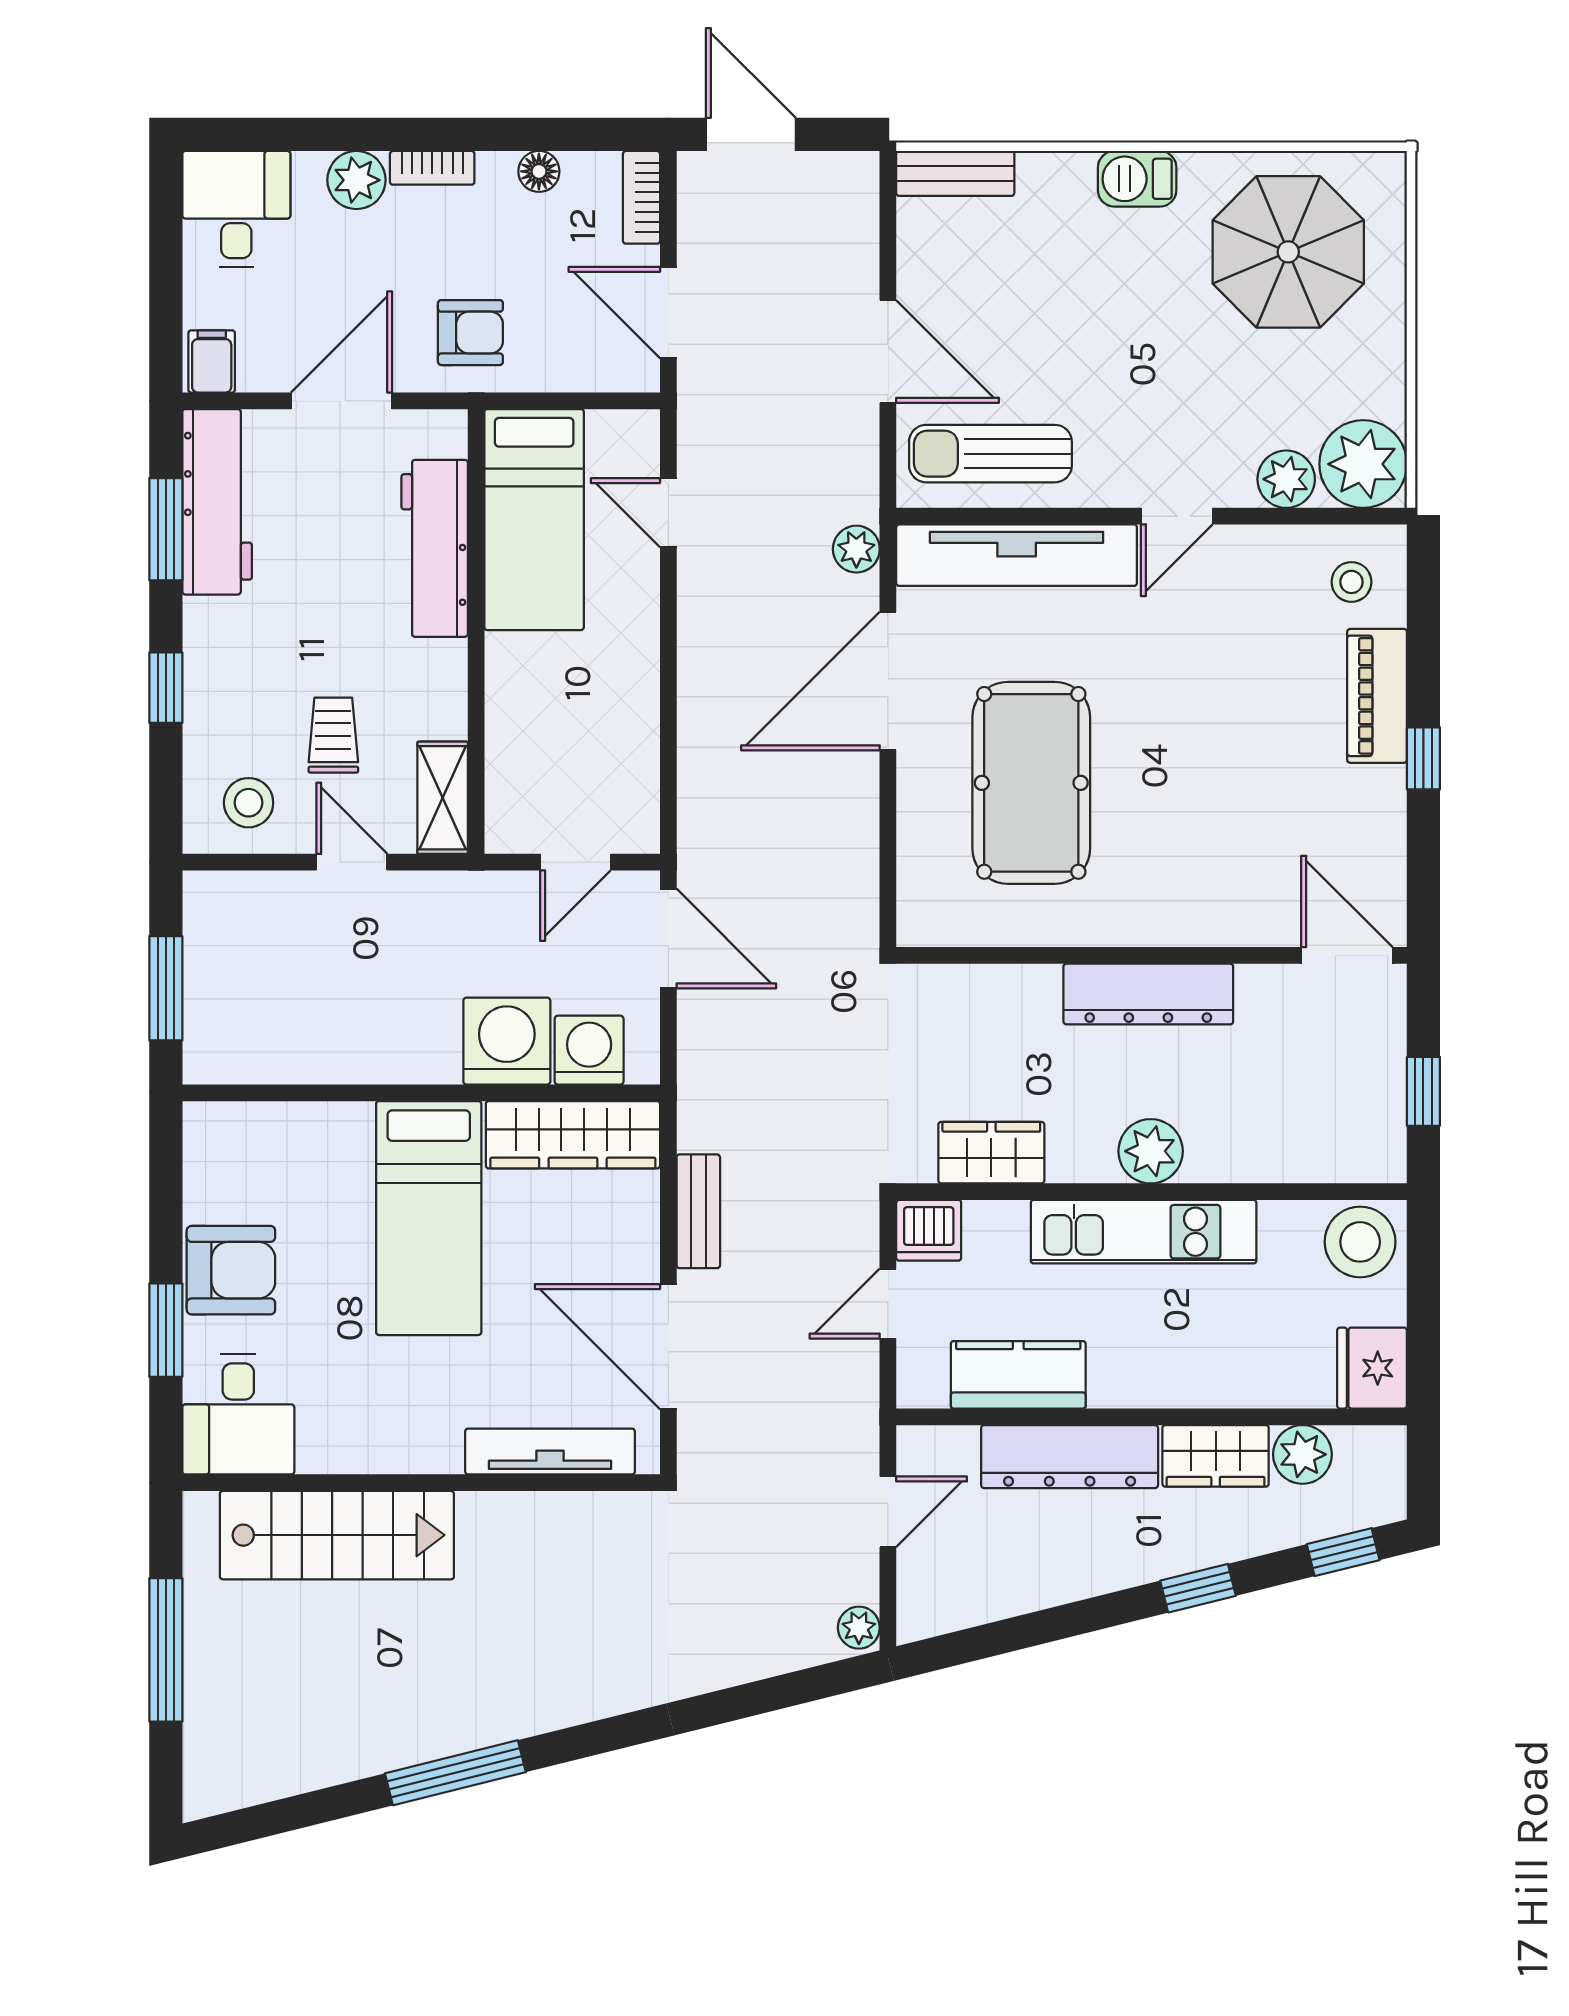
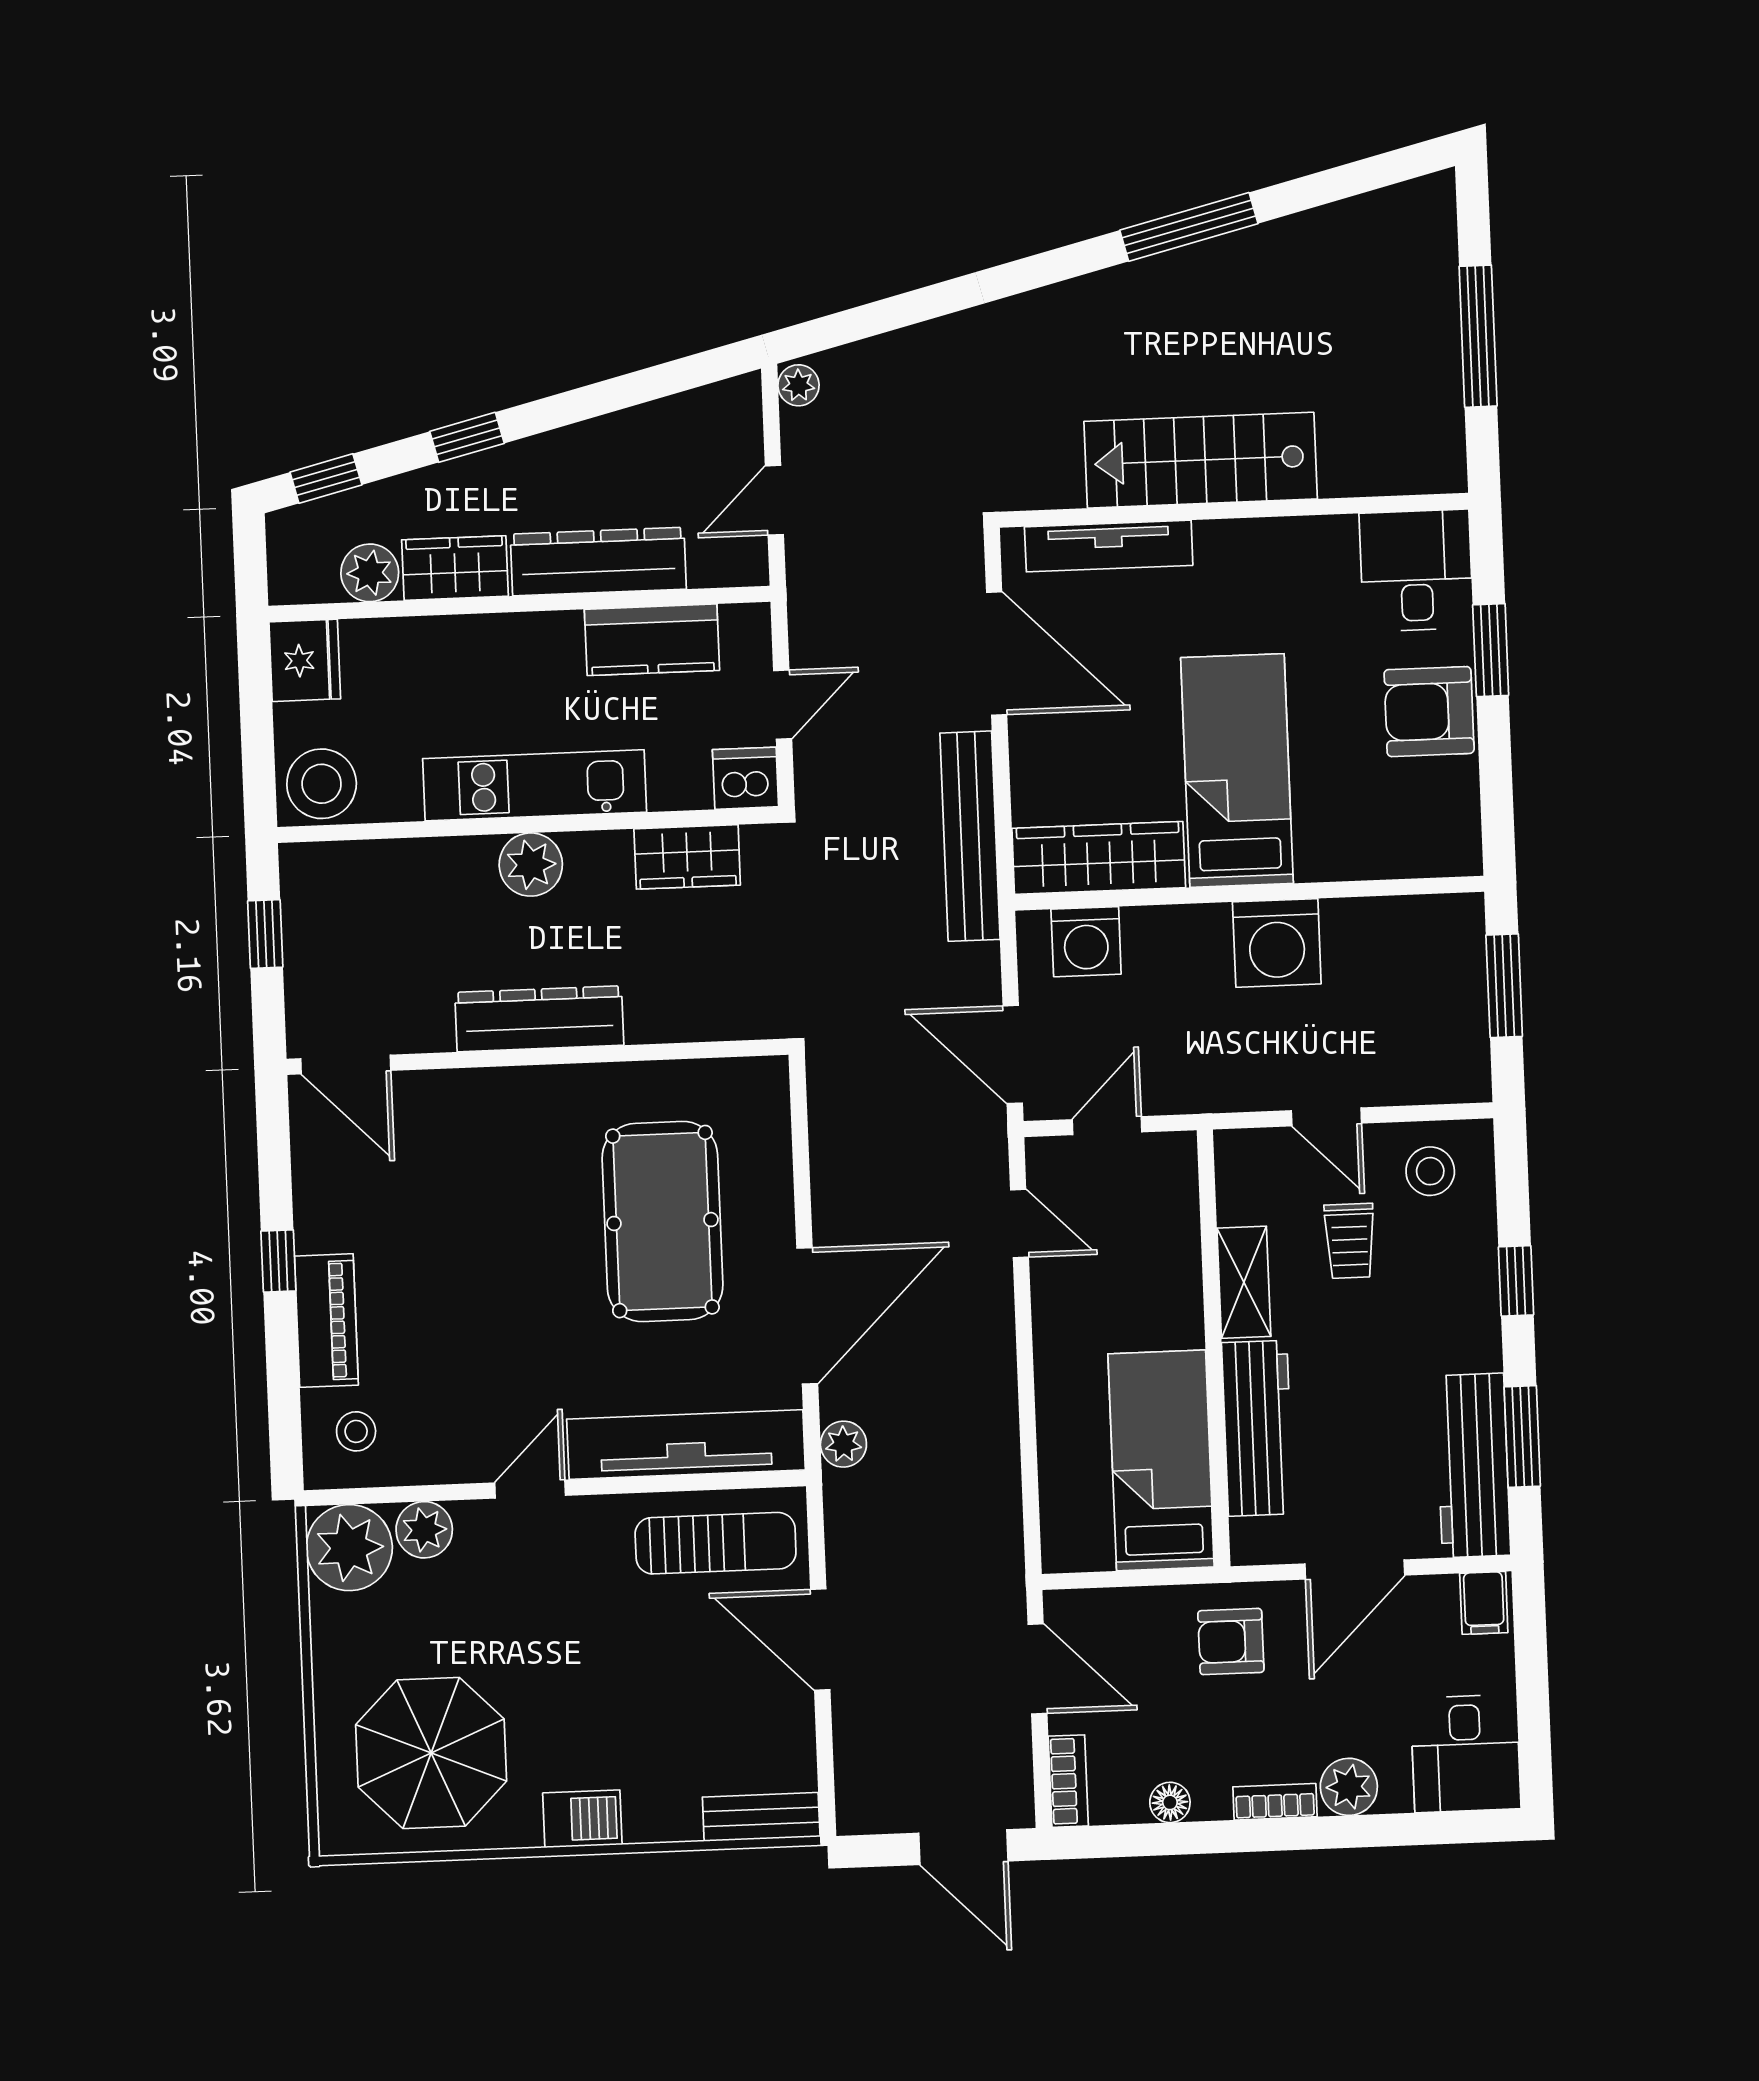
door: (668, 513) -> (1020, 1223), moved
shelving: (443, 798) -> (1244, 1282), moved
washing machine: (507, 1041) -> (1277, 943), moved
bench: (698, 1211) -> (970, 836), width x1.86, depth x1.21
stairs: (337, 1535) -> (1201, 460), moved

